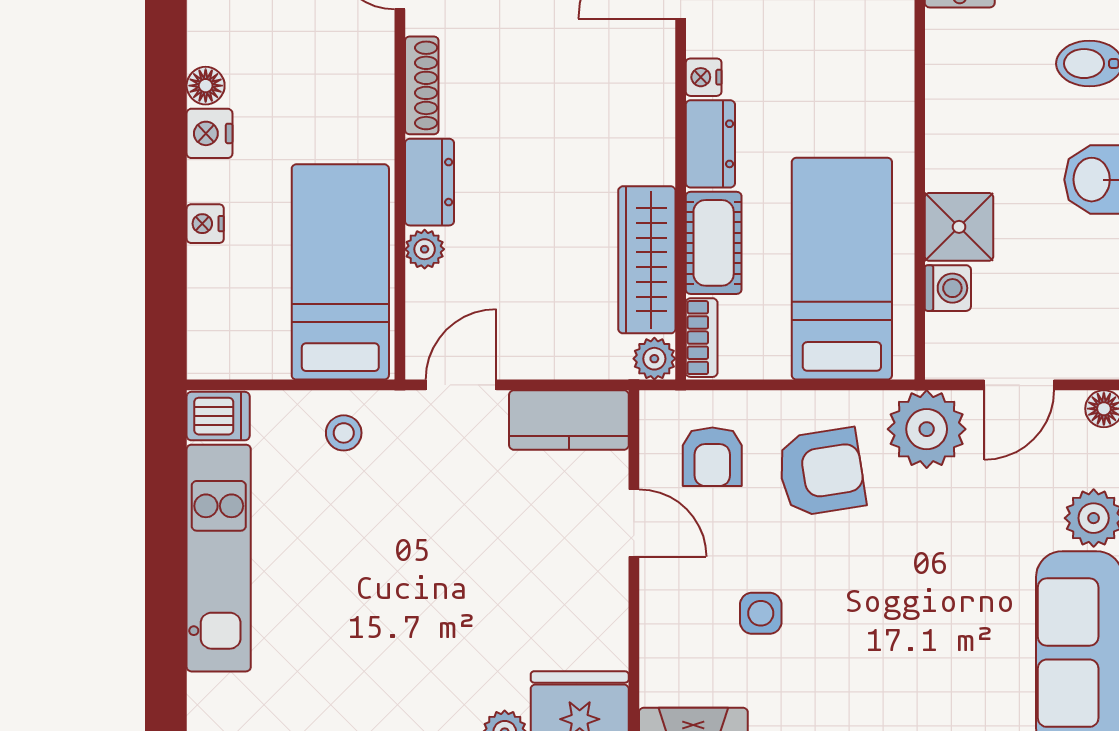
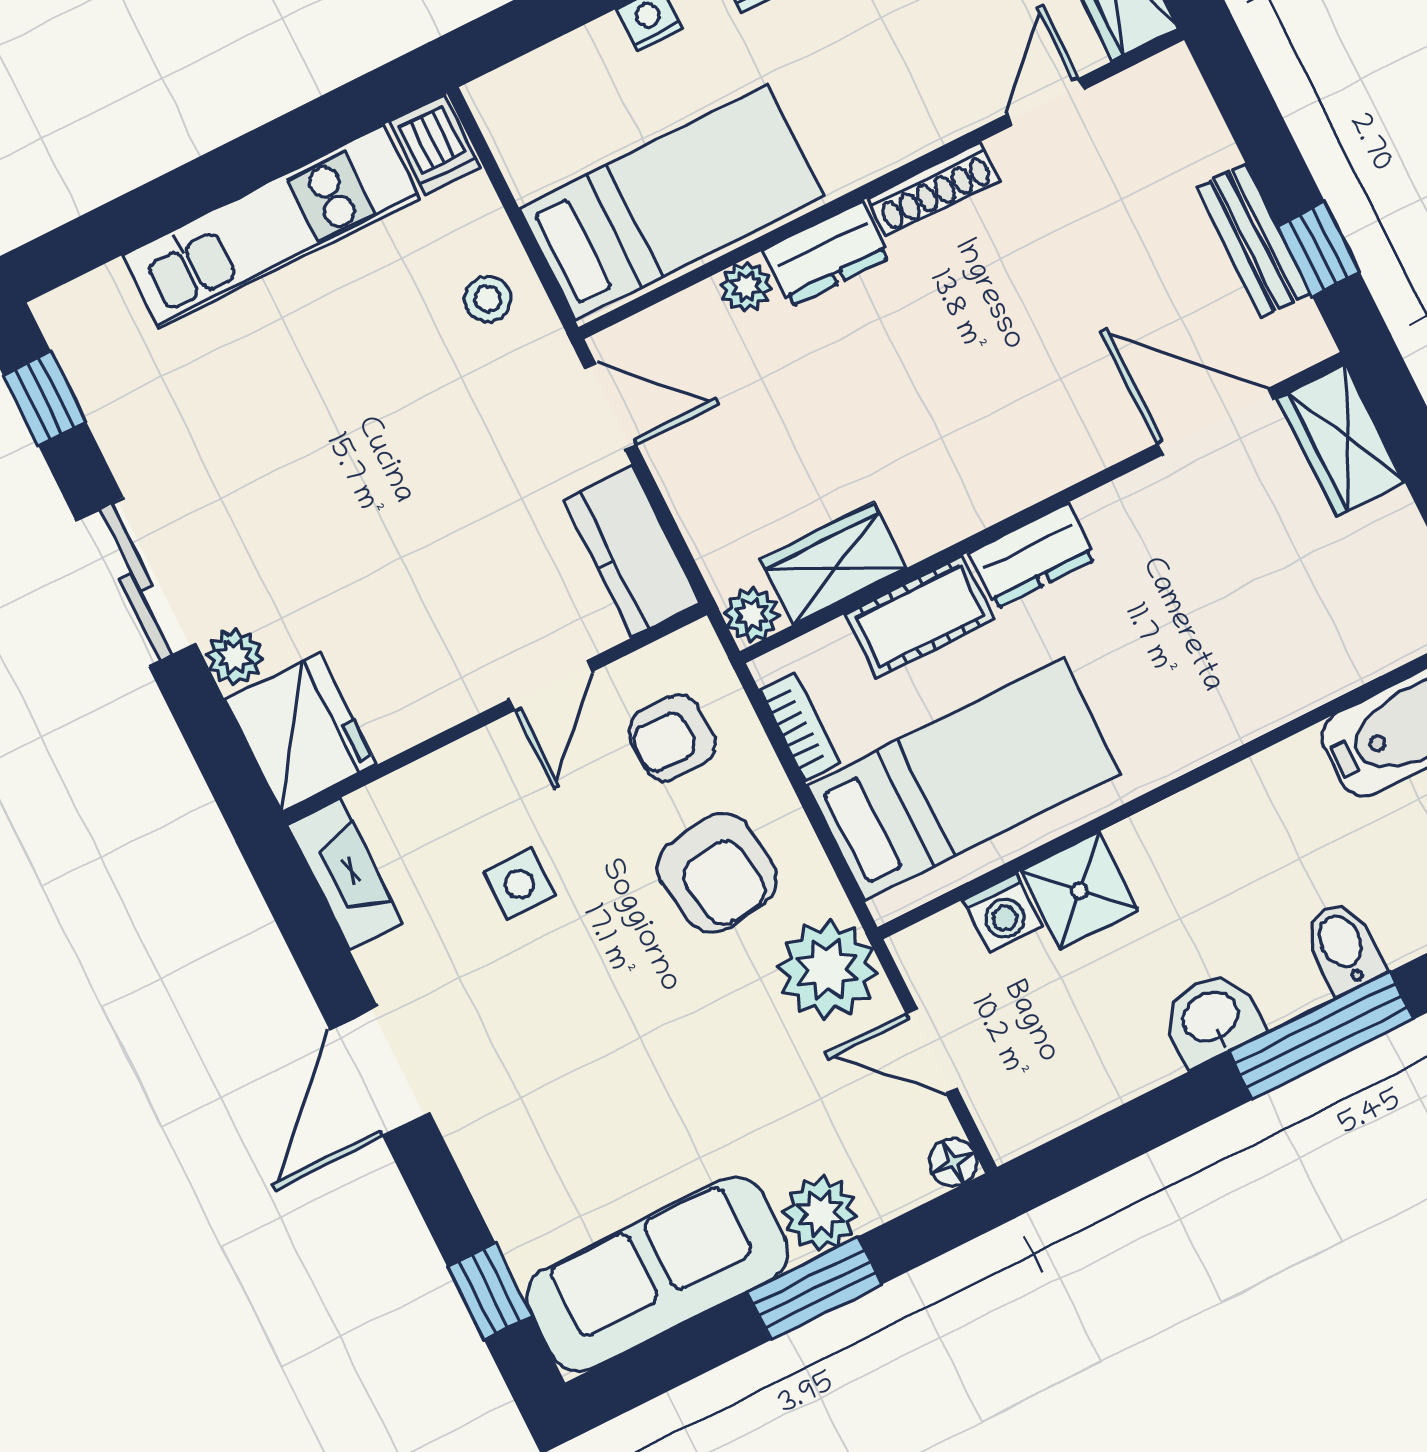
nightstand: (704, 77) -> (1105, 510), removed
wardrobe: (647, 260) -> (834, 563), width x0.67
bookcase: (702, 338) -> (800, 726), moved, turned -90

